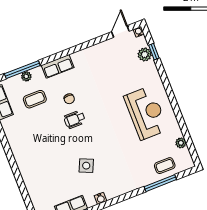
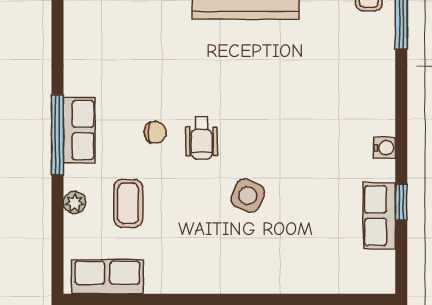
window: (22, 70) -> (58, 135), moved
side table: (86, 166) -> (248, 196), moved

